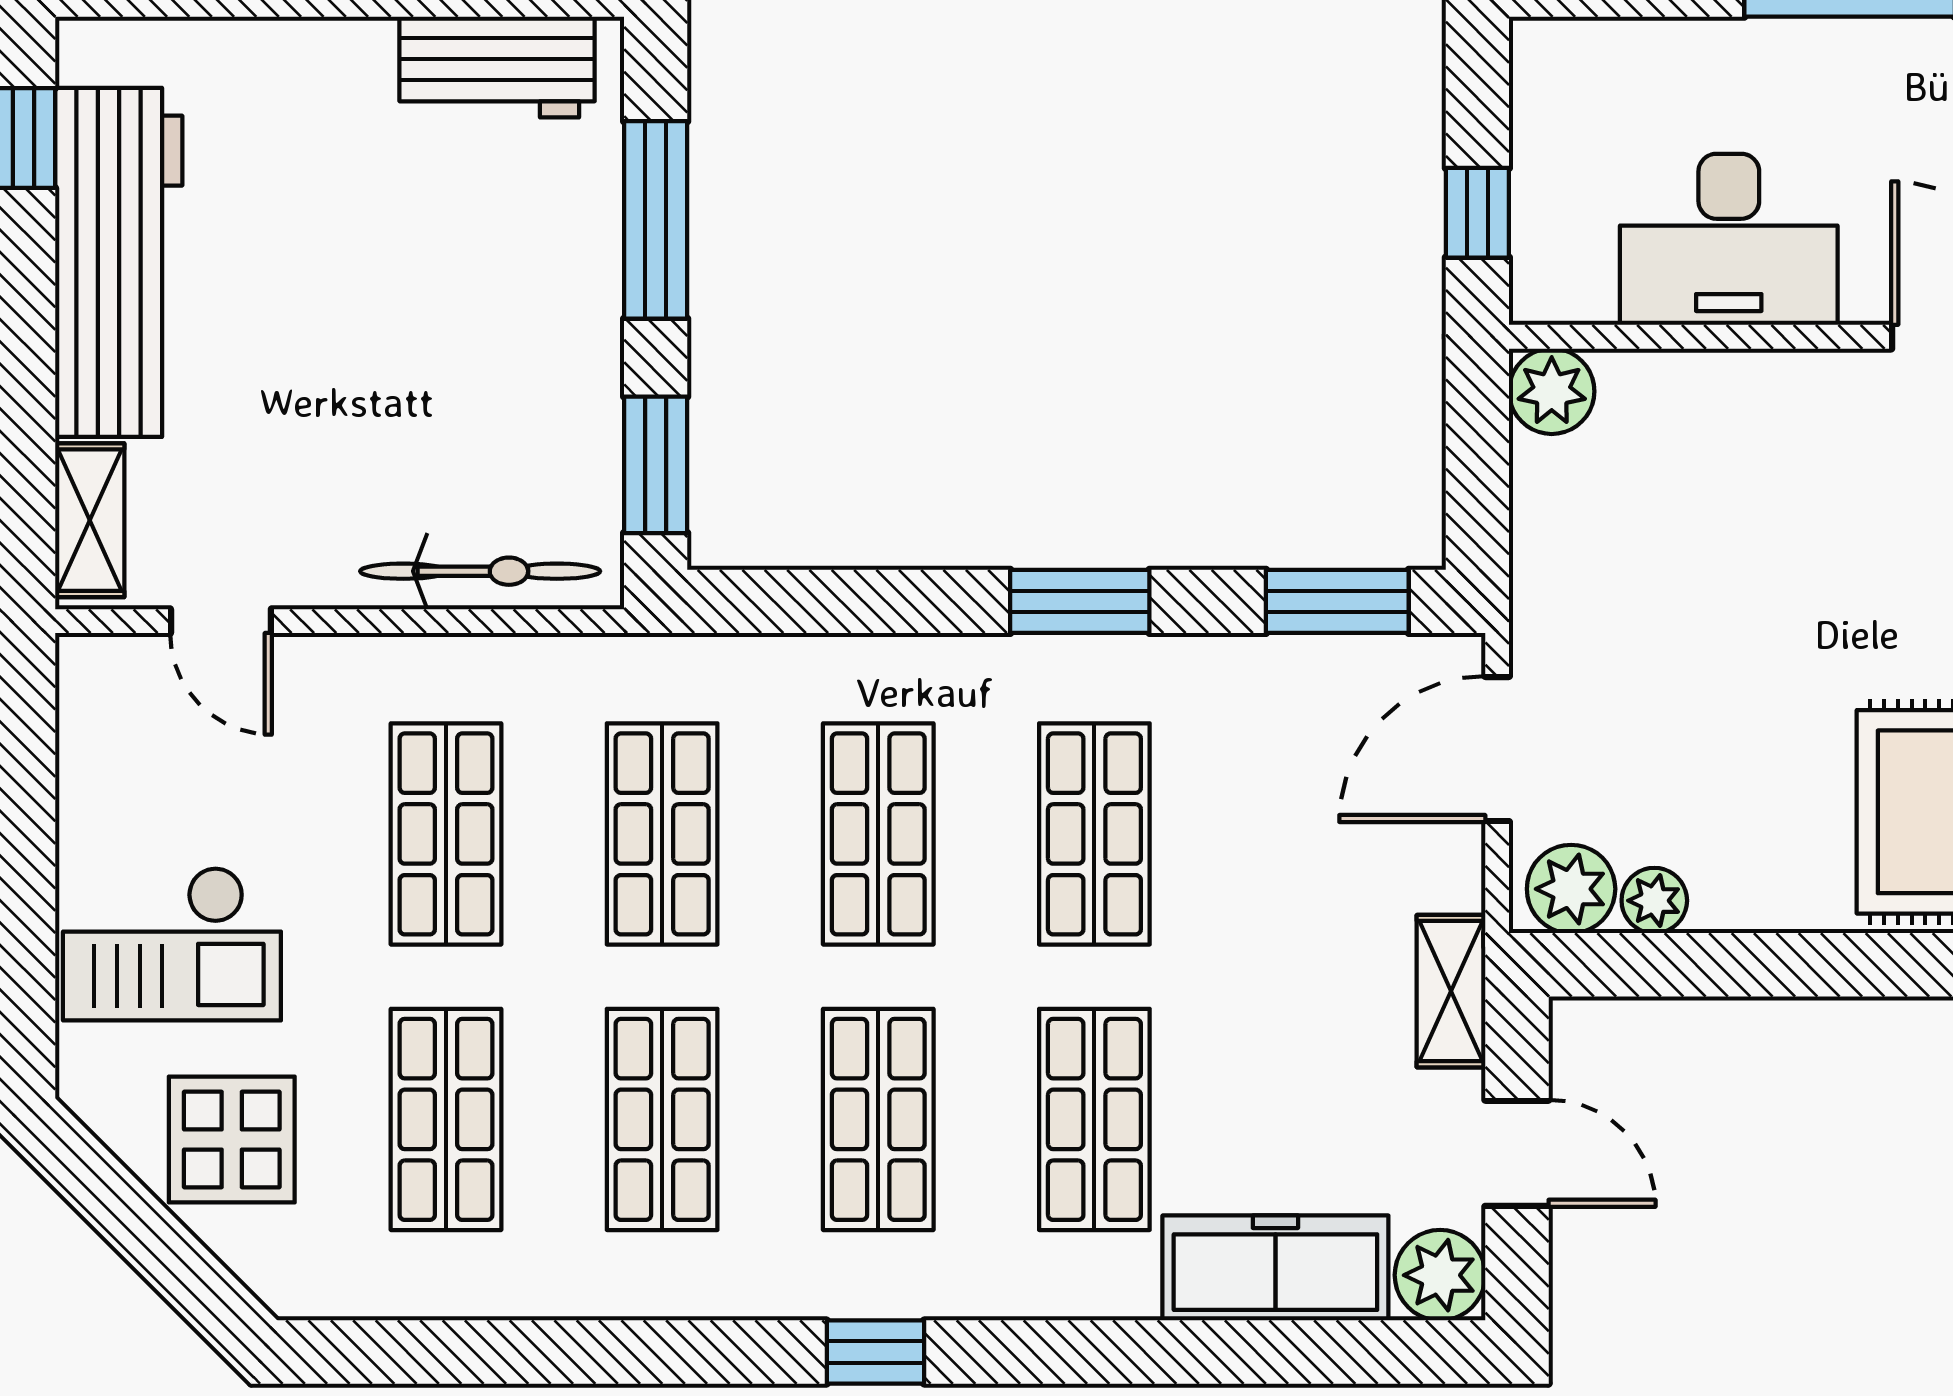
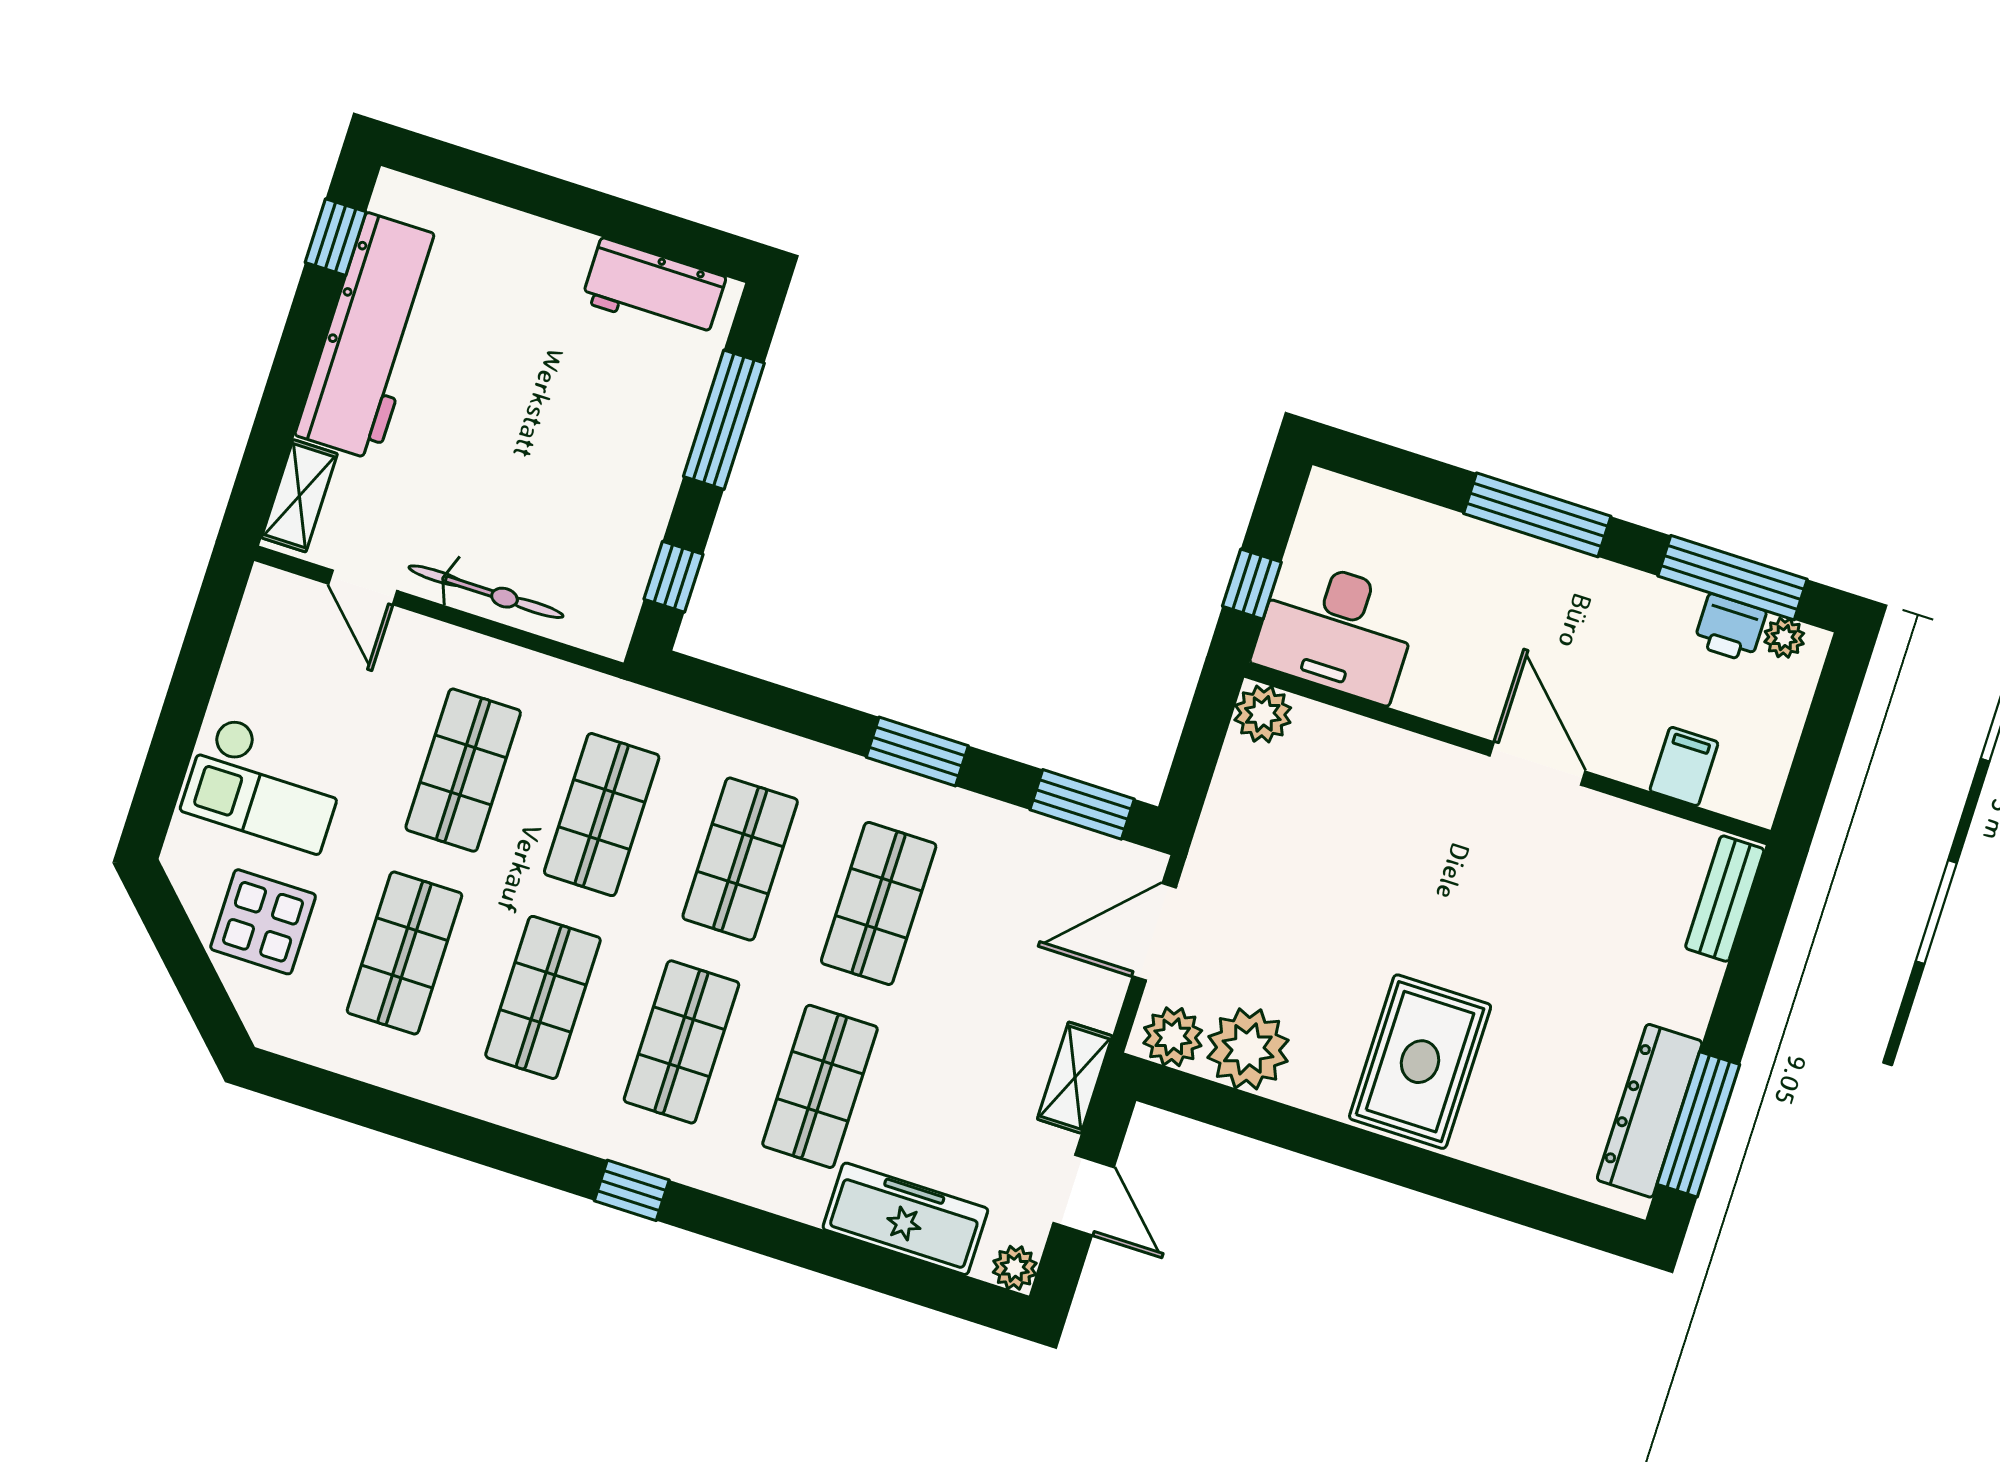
desk: (1729, 239) -> (1336, 630), moved
window: (656, 465) -> (673, 577), width x0.67
bicycle: (480, 571) -> (486, 592), moved
plant: (1654, 901) -> (1248, 1049), width x1.87, depth x1.87
plant: (1440, 1275) -> (1015, 1268), width x0.73, depth x0.73

